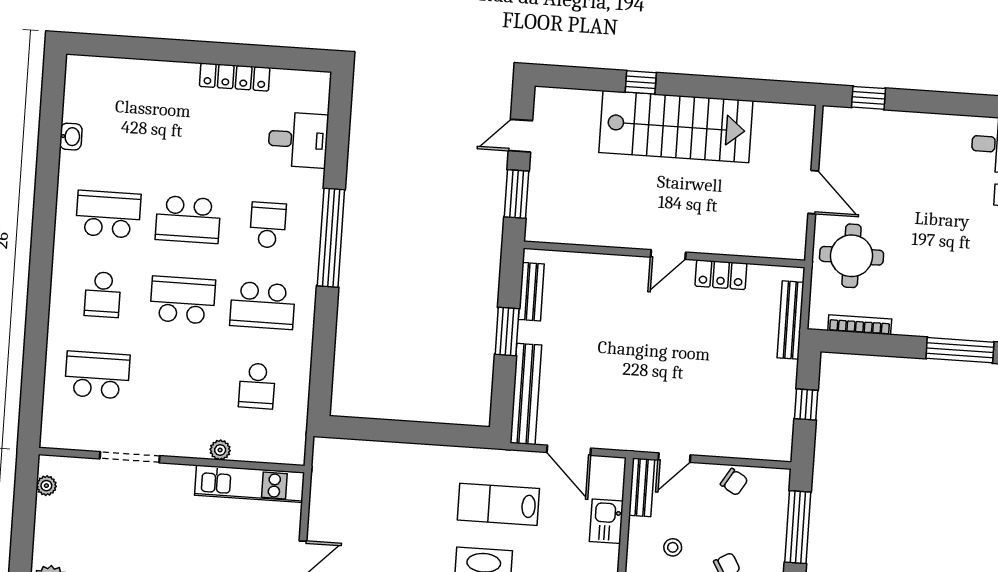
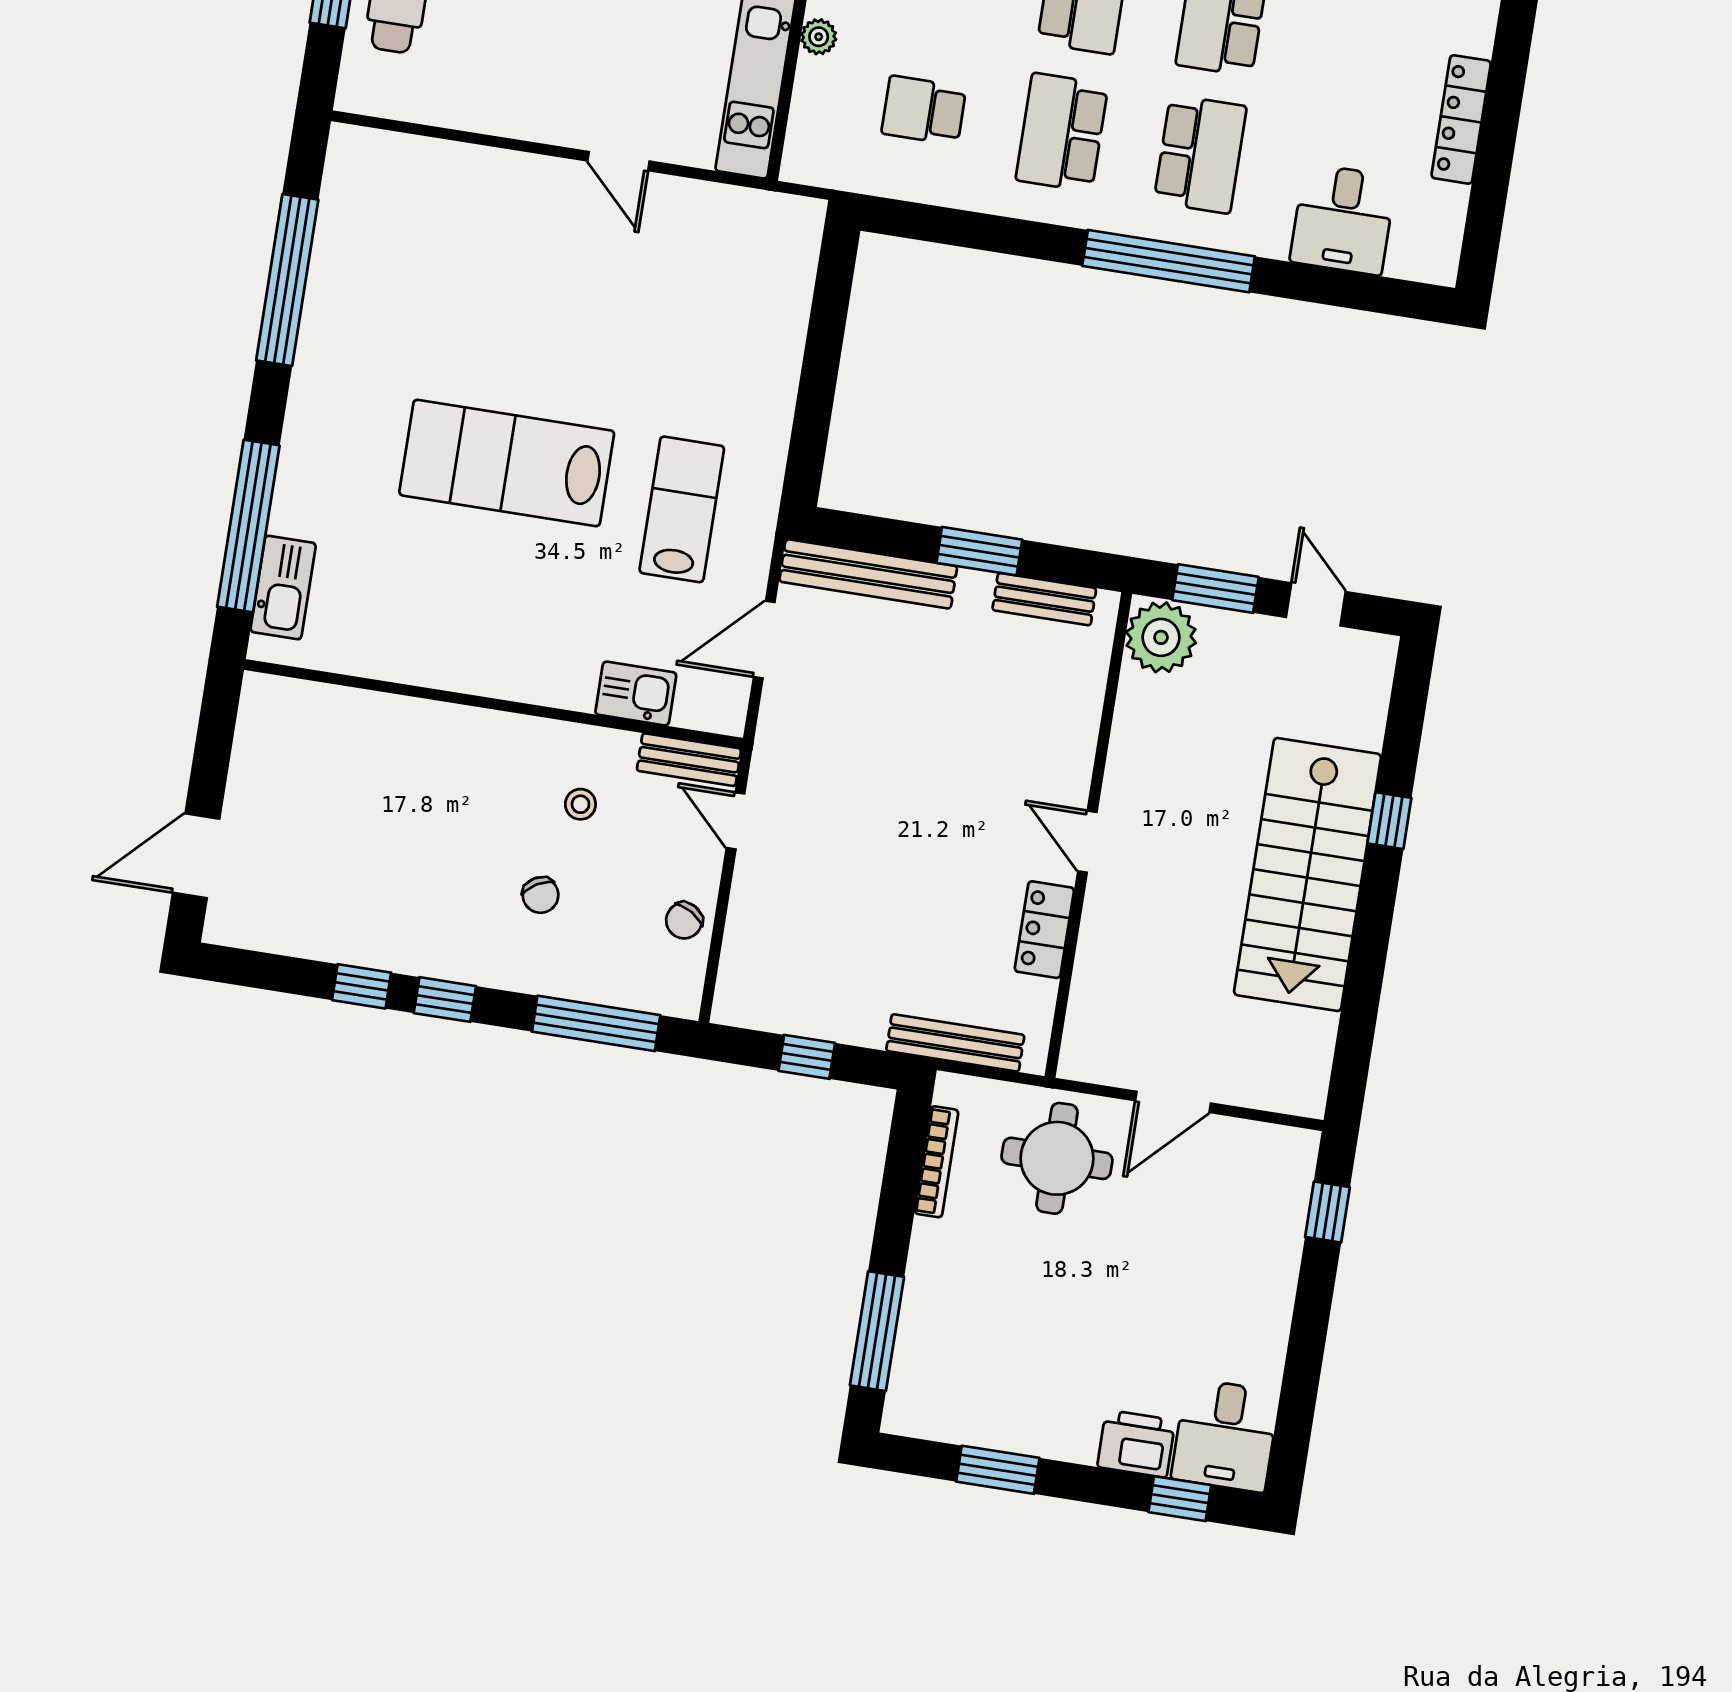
plant: (547, 223) -> (1161, 637), added
school desk: (268, 225) -> (1200, 154), width x1.85

